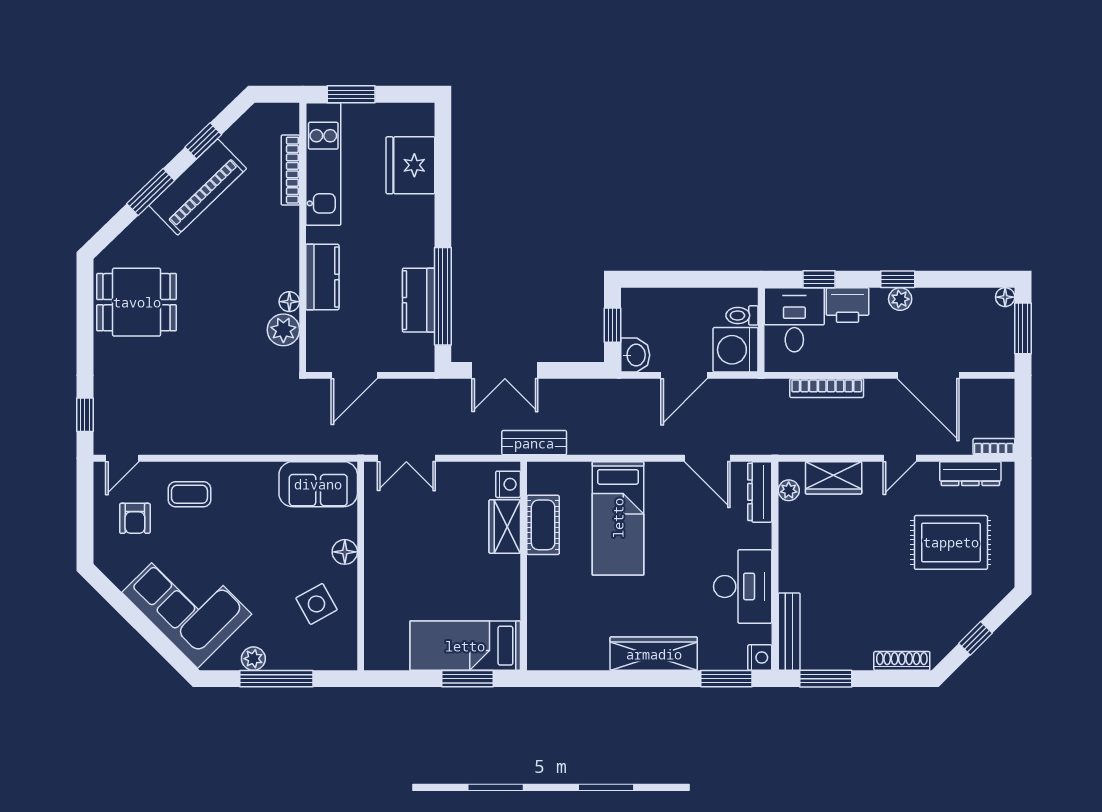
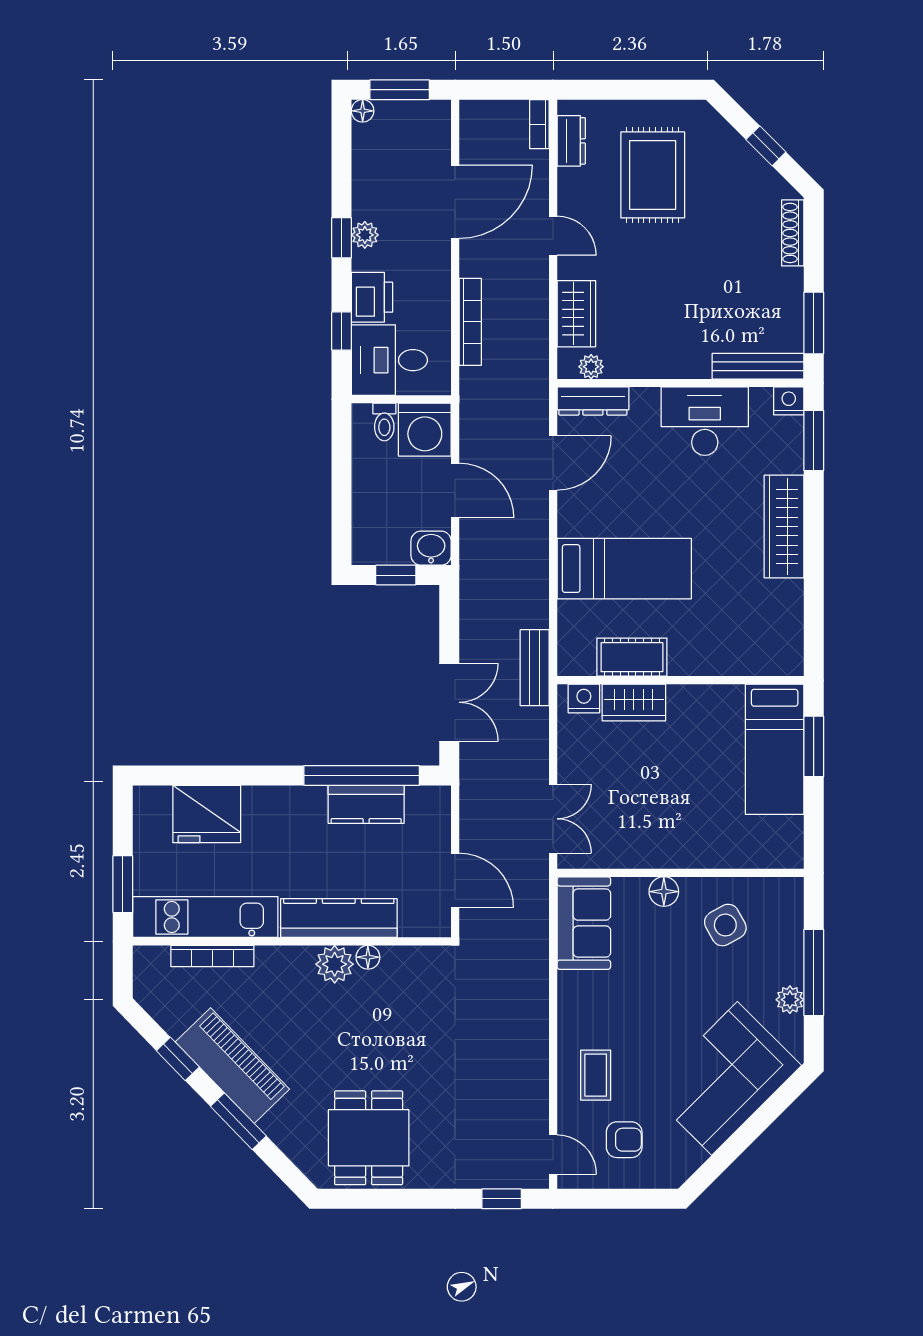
kitchen counter: (322, 277) -> (339, 918), width x1.50
plant: (283, 330) -> (335, 964), moved
dresser: (970, 474) -> (571, 141), width x0.70

